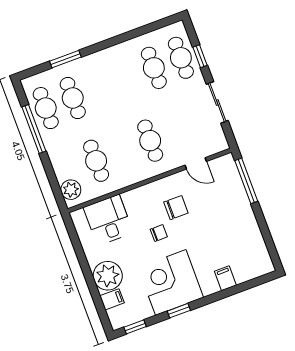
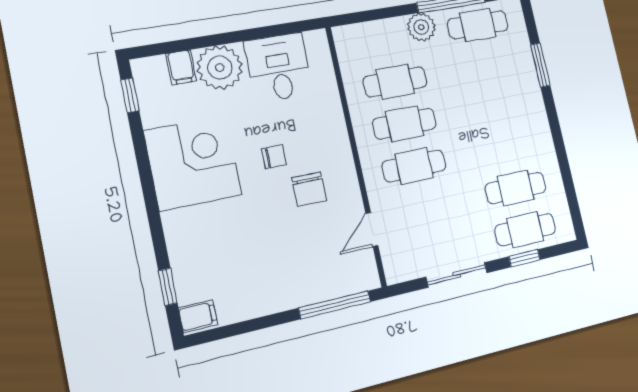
cafe table: (73, 98) -> (405, 124), moved
plant: (71, 190) -> (421, 27), moved
desk: (108, 220) -> (279, 67), moved, turned -90
chair: (159, 233) -> (274, 157), turned -90
filing cabinet: (225, 278) -> (198, 316), moved
window: (179, 311) -> (168, 287), moved

